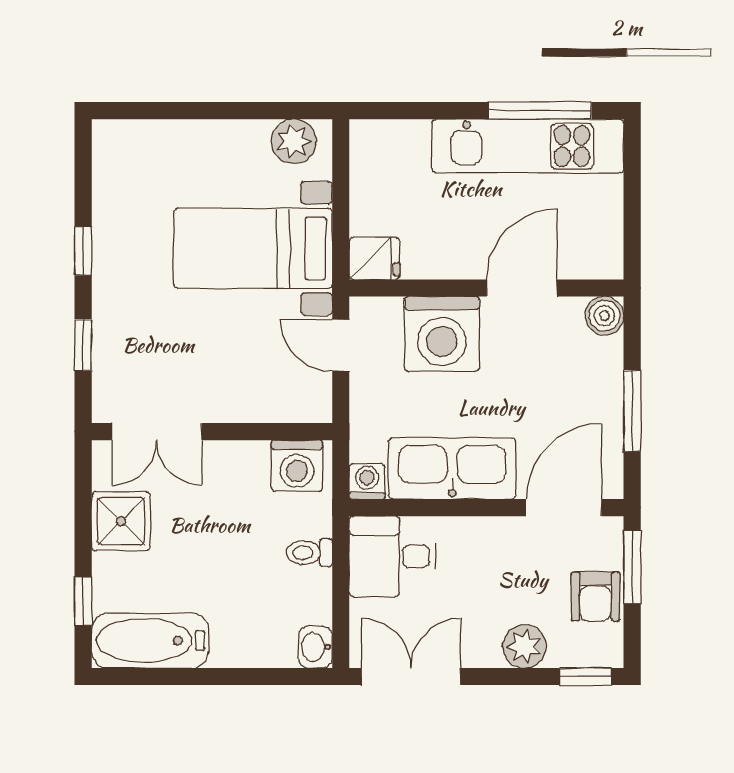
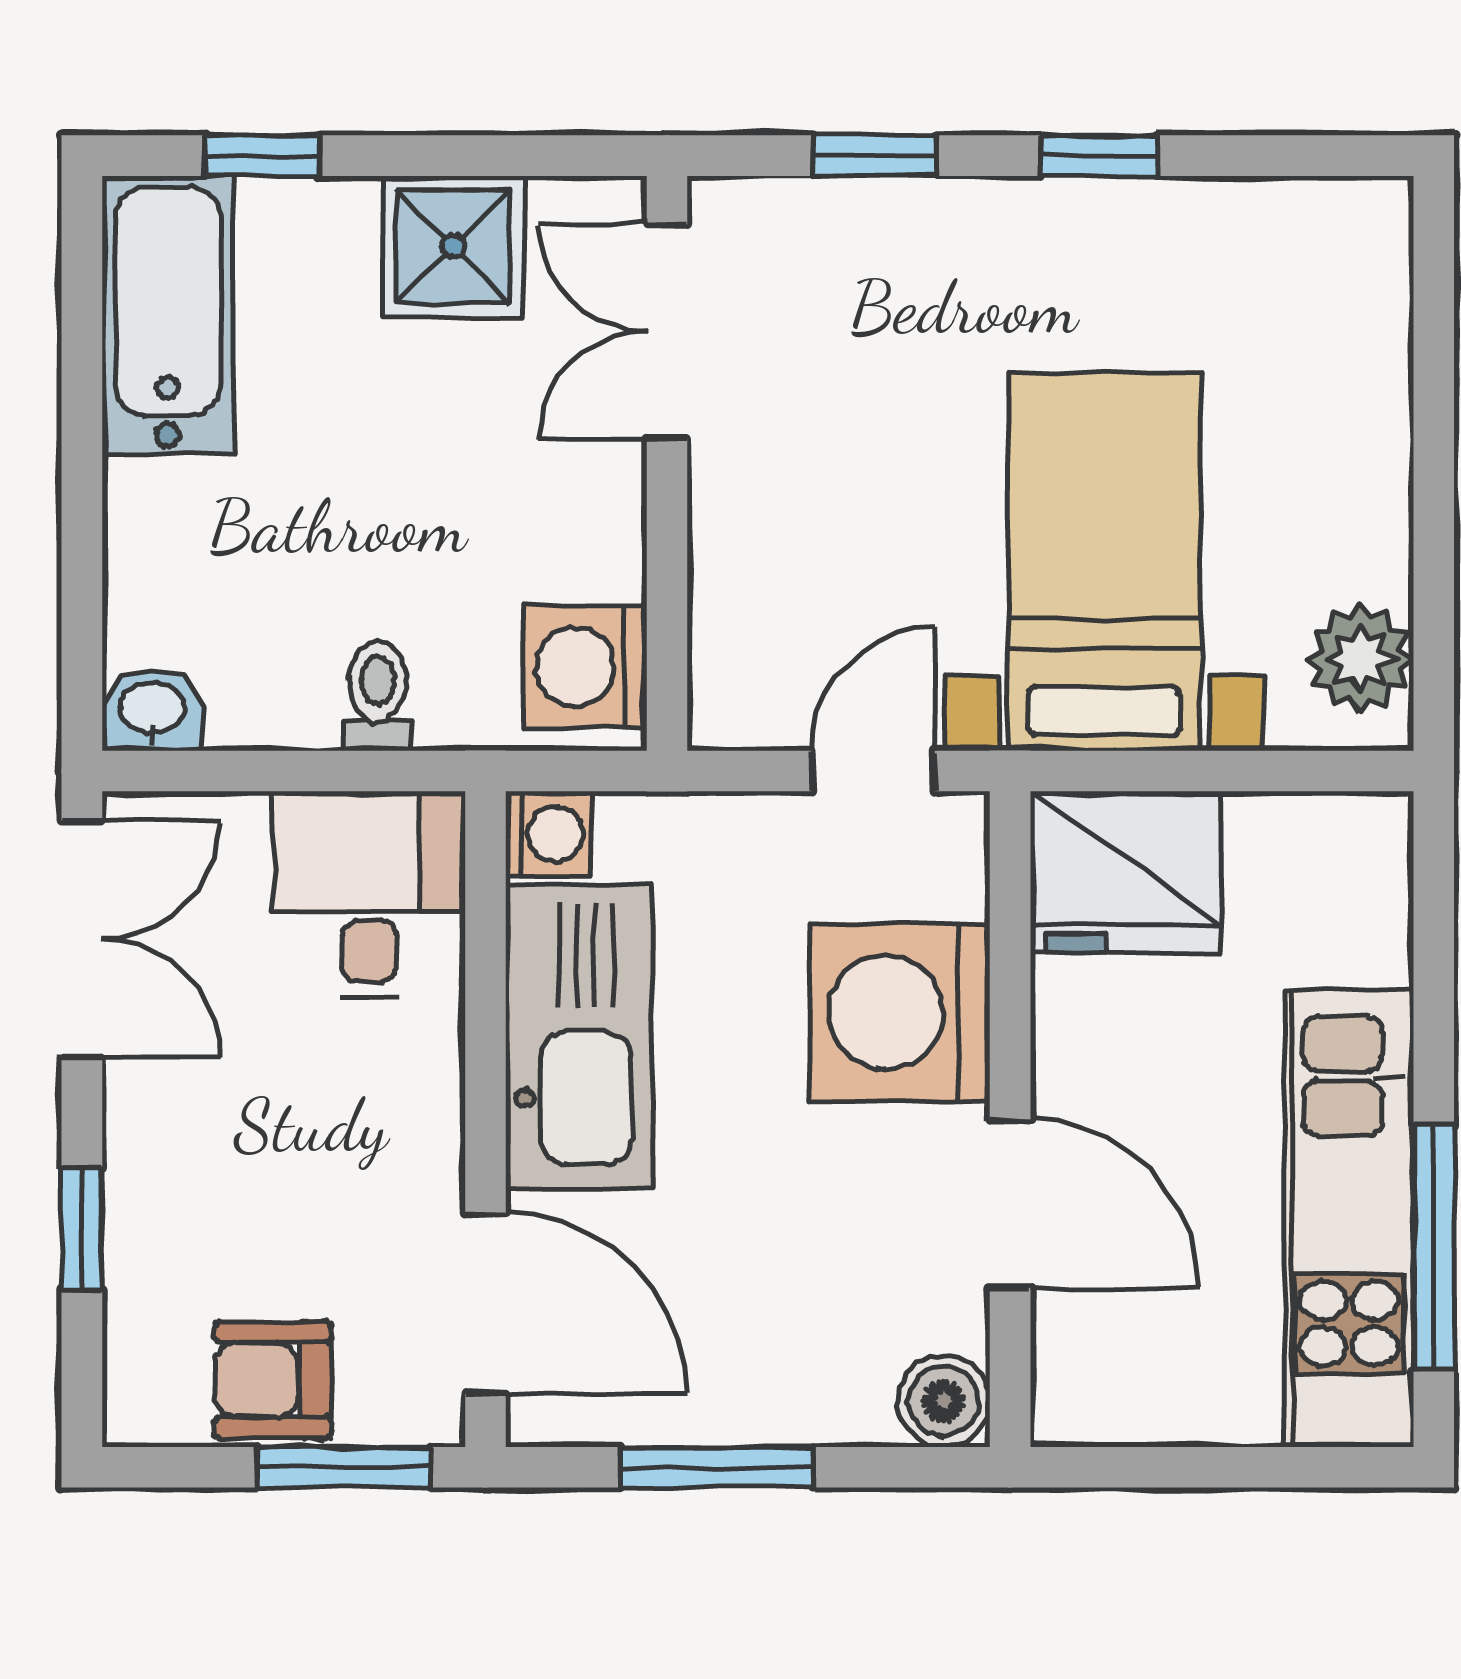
fridge: (374, 258) -> (1126, 872), width x1.88, depth x1.34
plant: (524, 646) -> (154, 1210), removed
window: (586, 677) -> (82, 1229), moved

